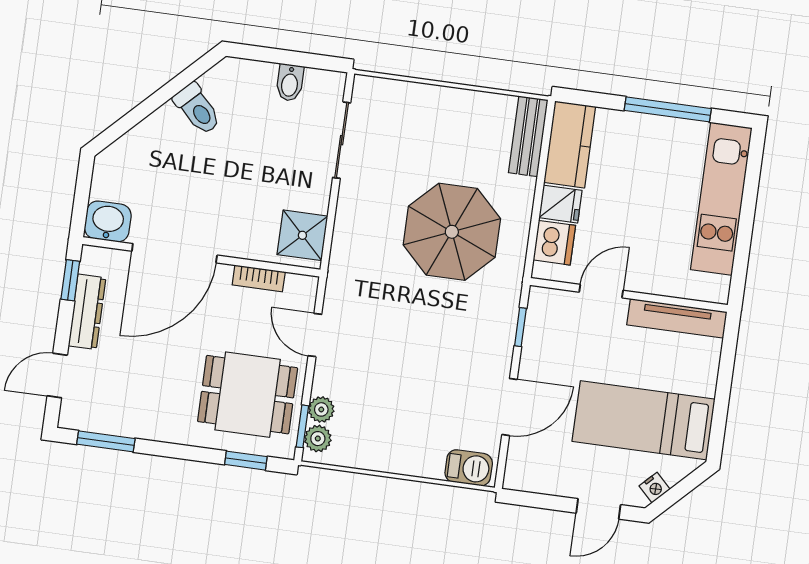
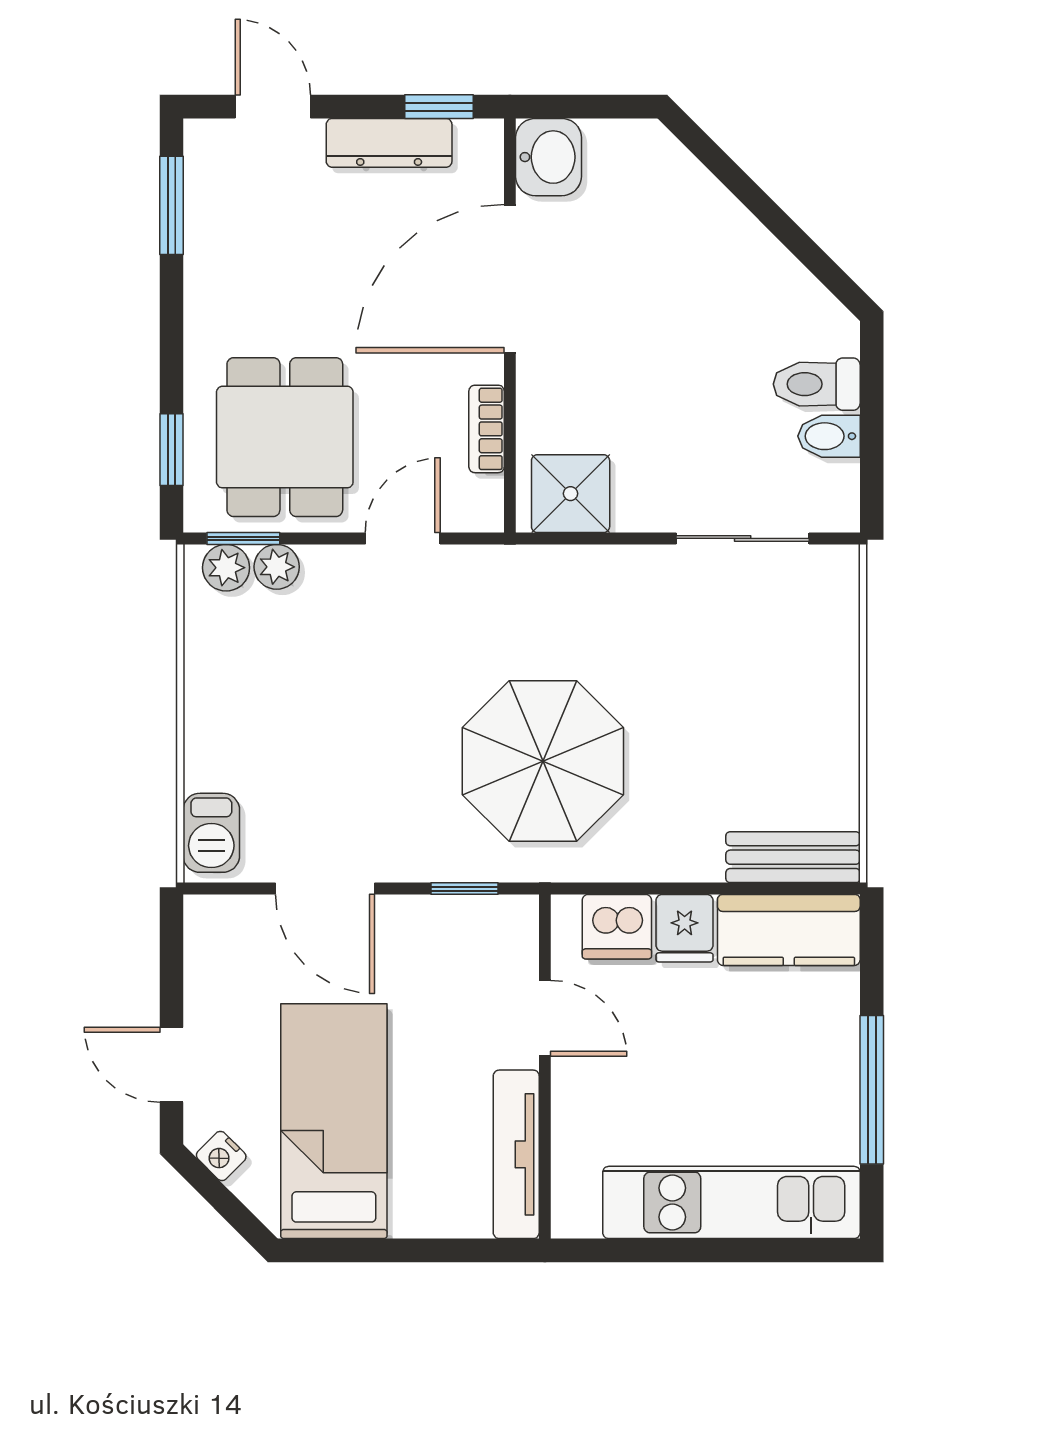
toilet: (197, 109) -> (817, 384), moved, turned 45
parasol: (452, 232) -> (543, 761), moved
door: (174, 253) -> (510, 279), hinge flipped

